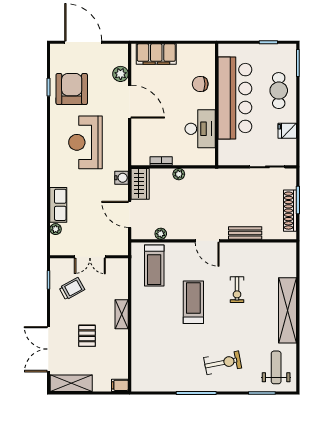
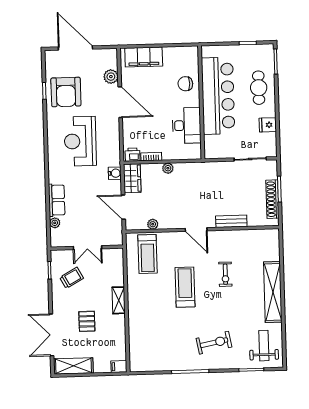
armchair: (72, 89) -> (66, 92), turned 180
printer: (141, 158) -> (133, 155), added

